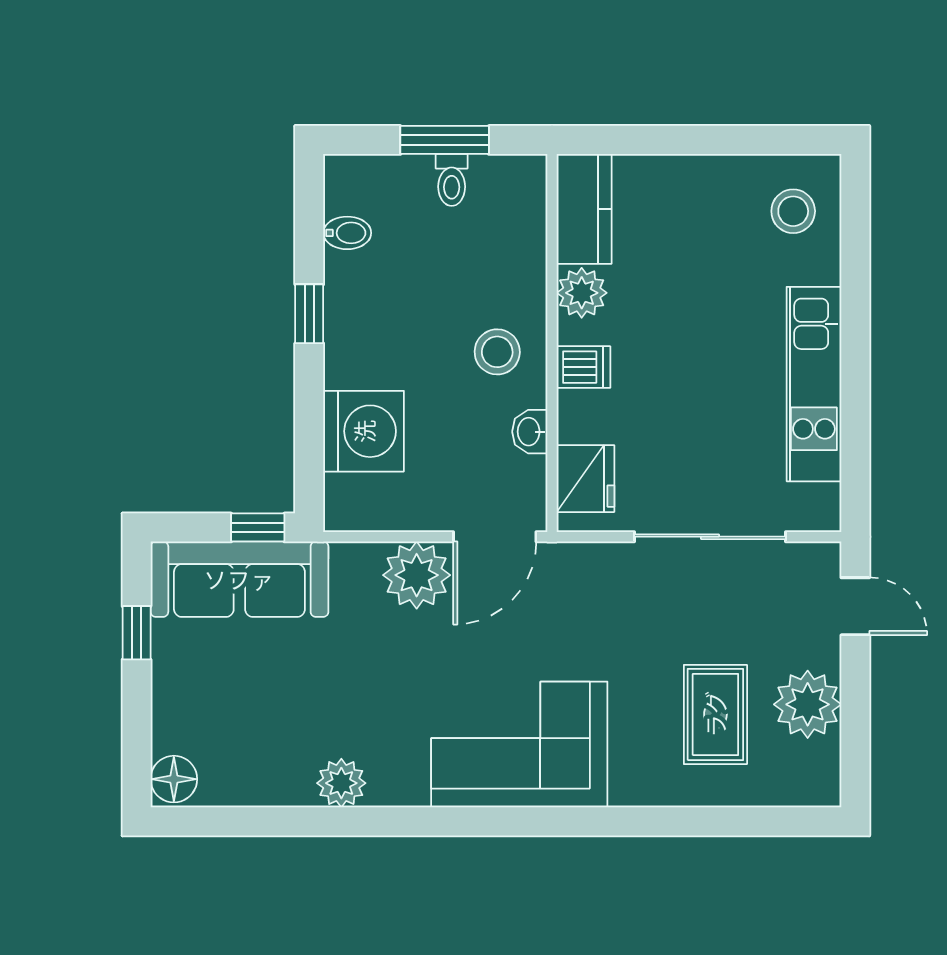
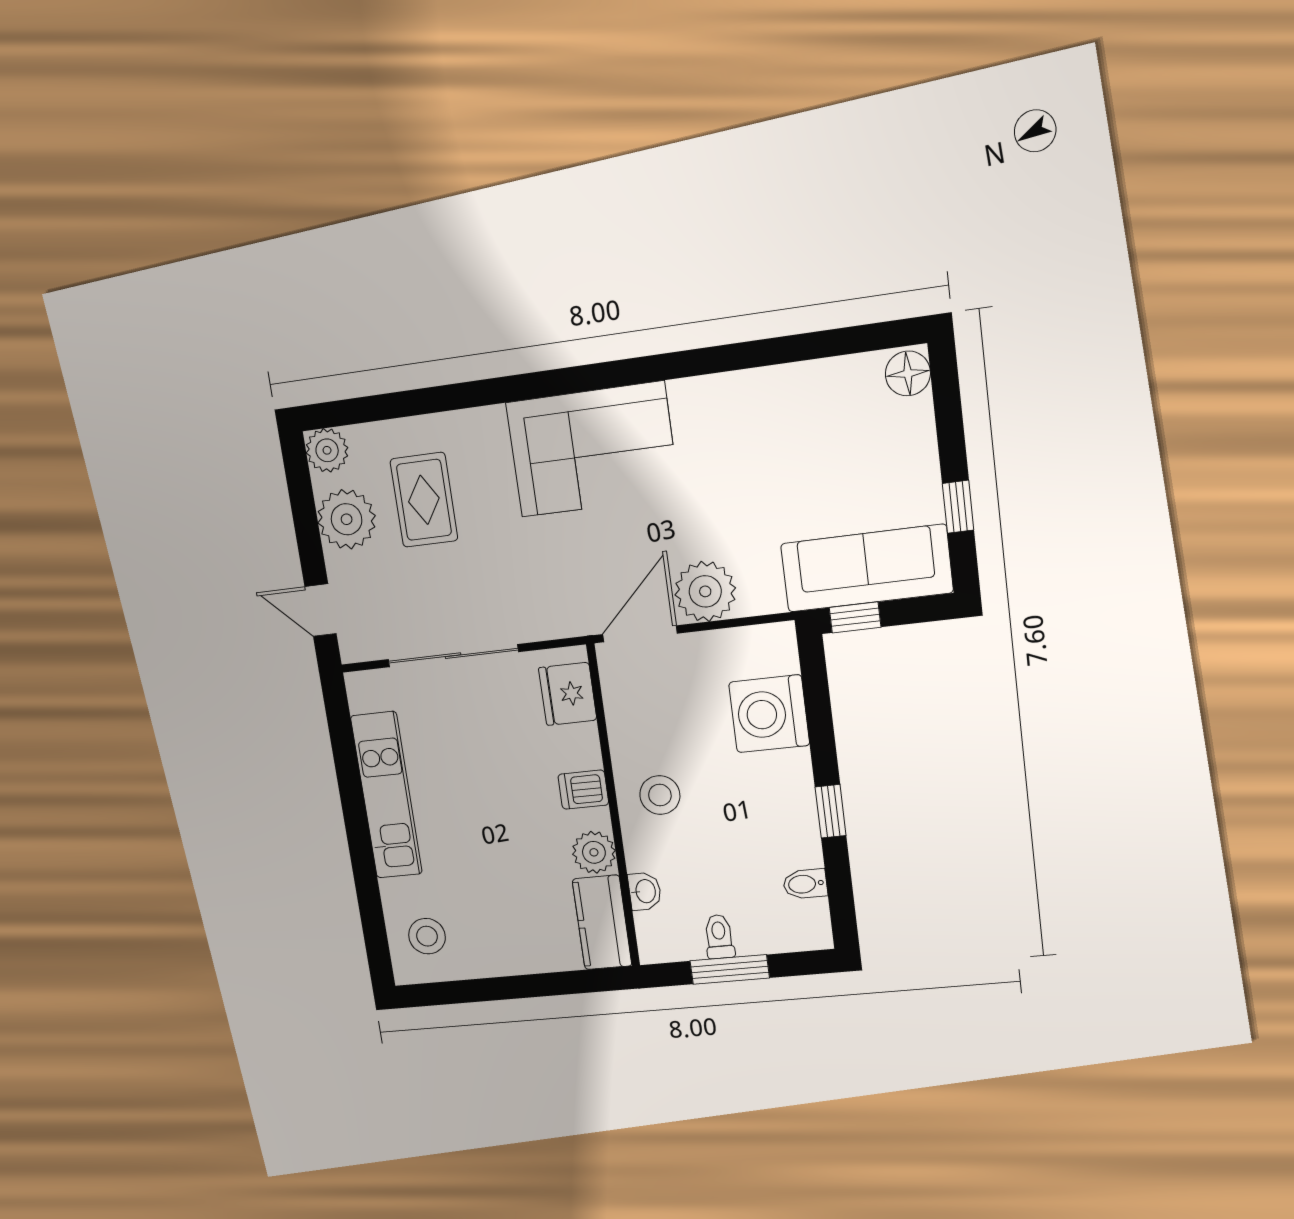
washbasin: (530, 432) -> (645, 891), moved
plant: (341, 783) -> (327, 450), moved

